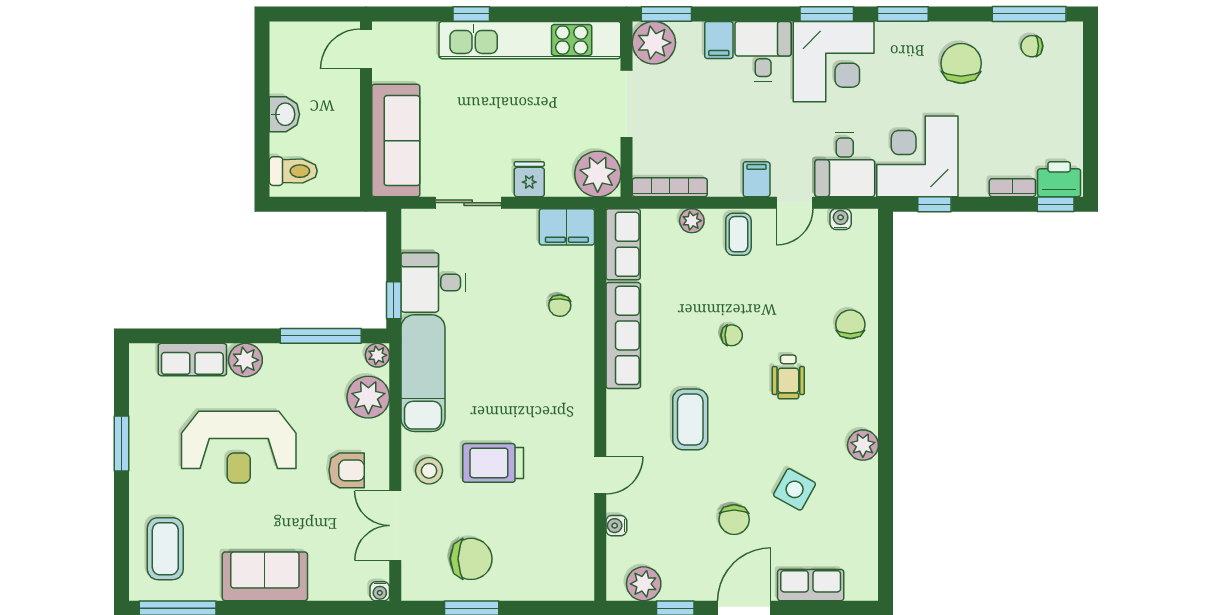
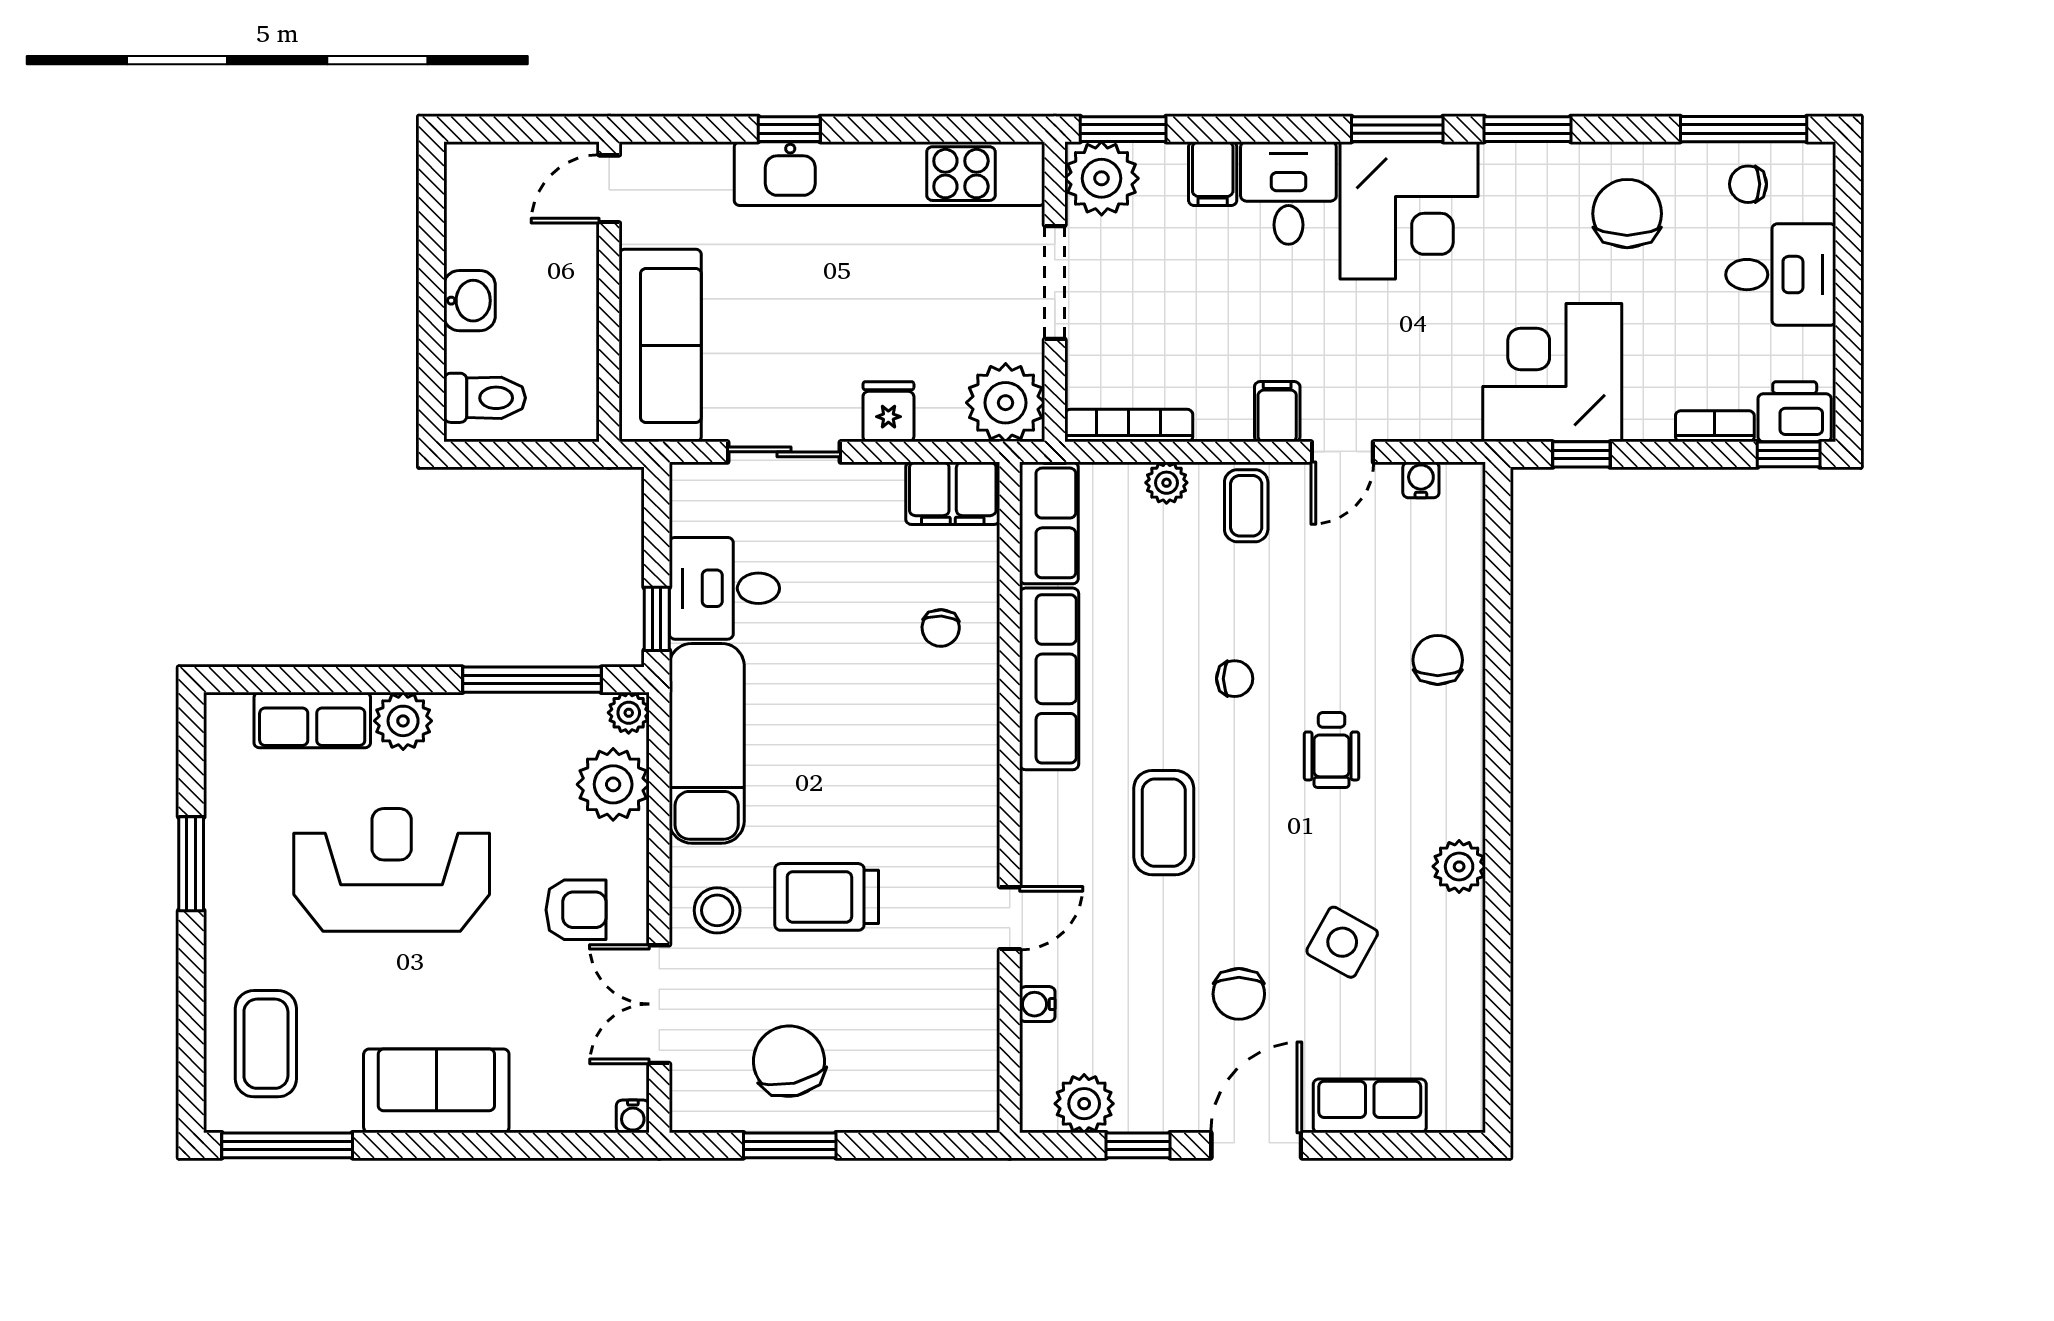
desk: (845, 165) -> (1781, 275), moved, turned -90
reception desk: (239, 447) -> (392, 870), turned 180
chair: (471, 559) -> (789, 1061), turned -103

